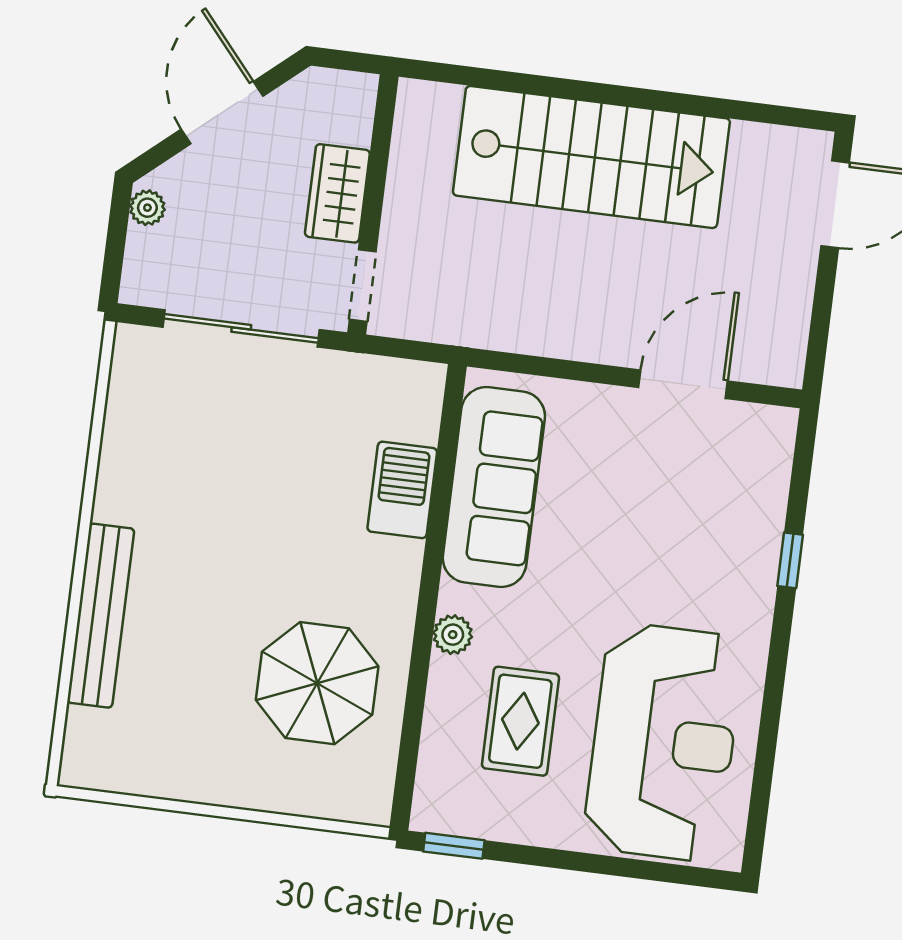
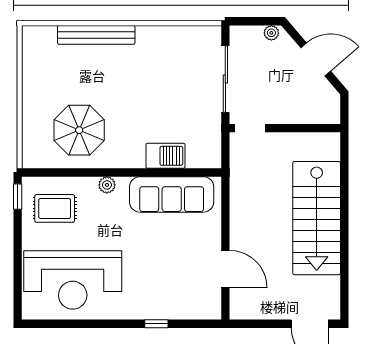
wardrobe: (337, 193) -> (288, 112), removed
rug: (520, 721) -> (55, 208), moved

